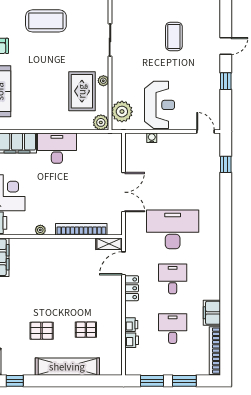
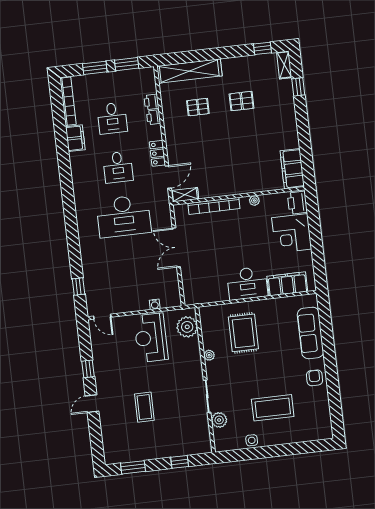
rug: (82, 91) -> (243, 333), moved
plant: (101, 122) -> (219, 420), moved
shelving: (67, 367) -> (189, 71), moved

